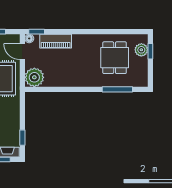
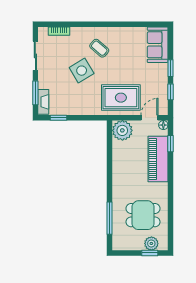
window: (37, 32) -> (171, 144), moved
piano: (56, 41) -> (158, 159), width x1.37, depth x1.33

